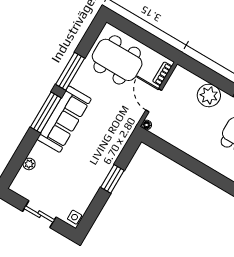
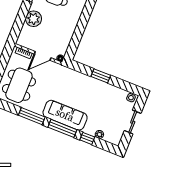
window: (26, 146) -> (87, 138), added

